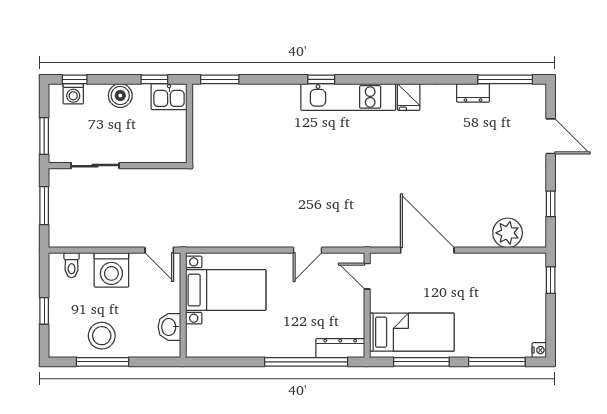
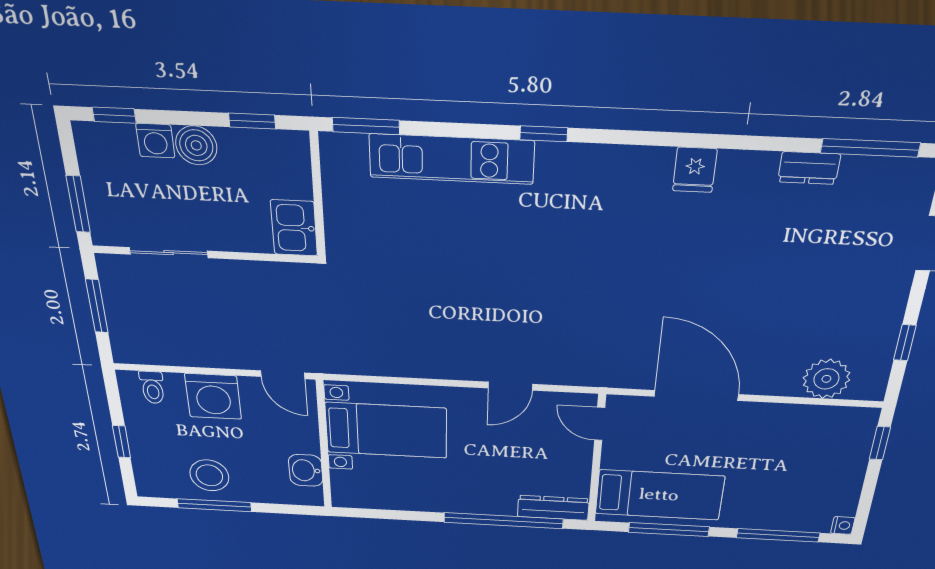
washing machine: (73, 94) -> (155, 141), moved
kitchen sink: (169, 97) -> (294, 228), moved, turned 90
kitchen unit: (348, 97) -> (452, 159), moved

